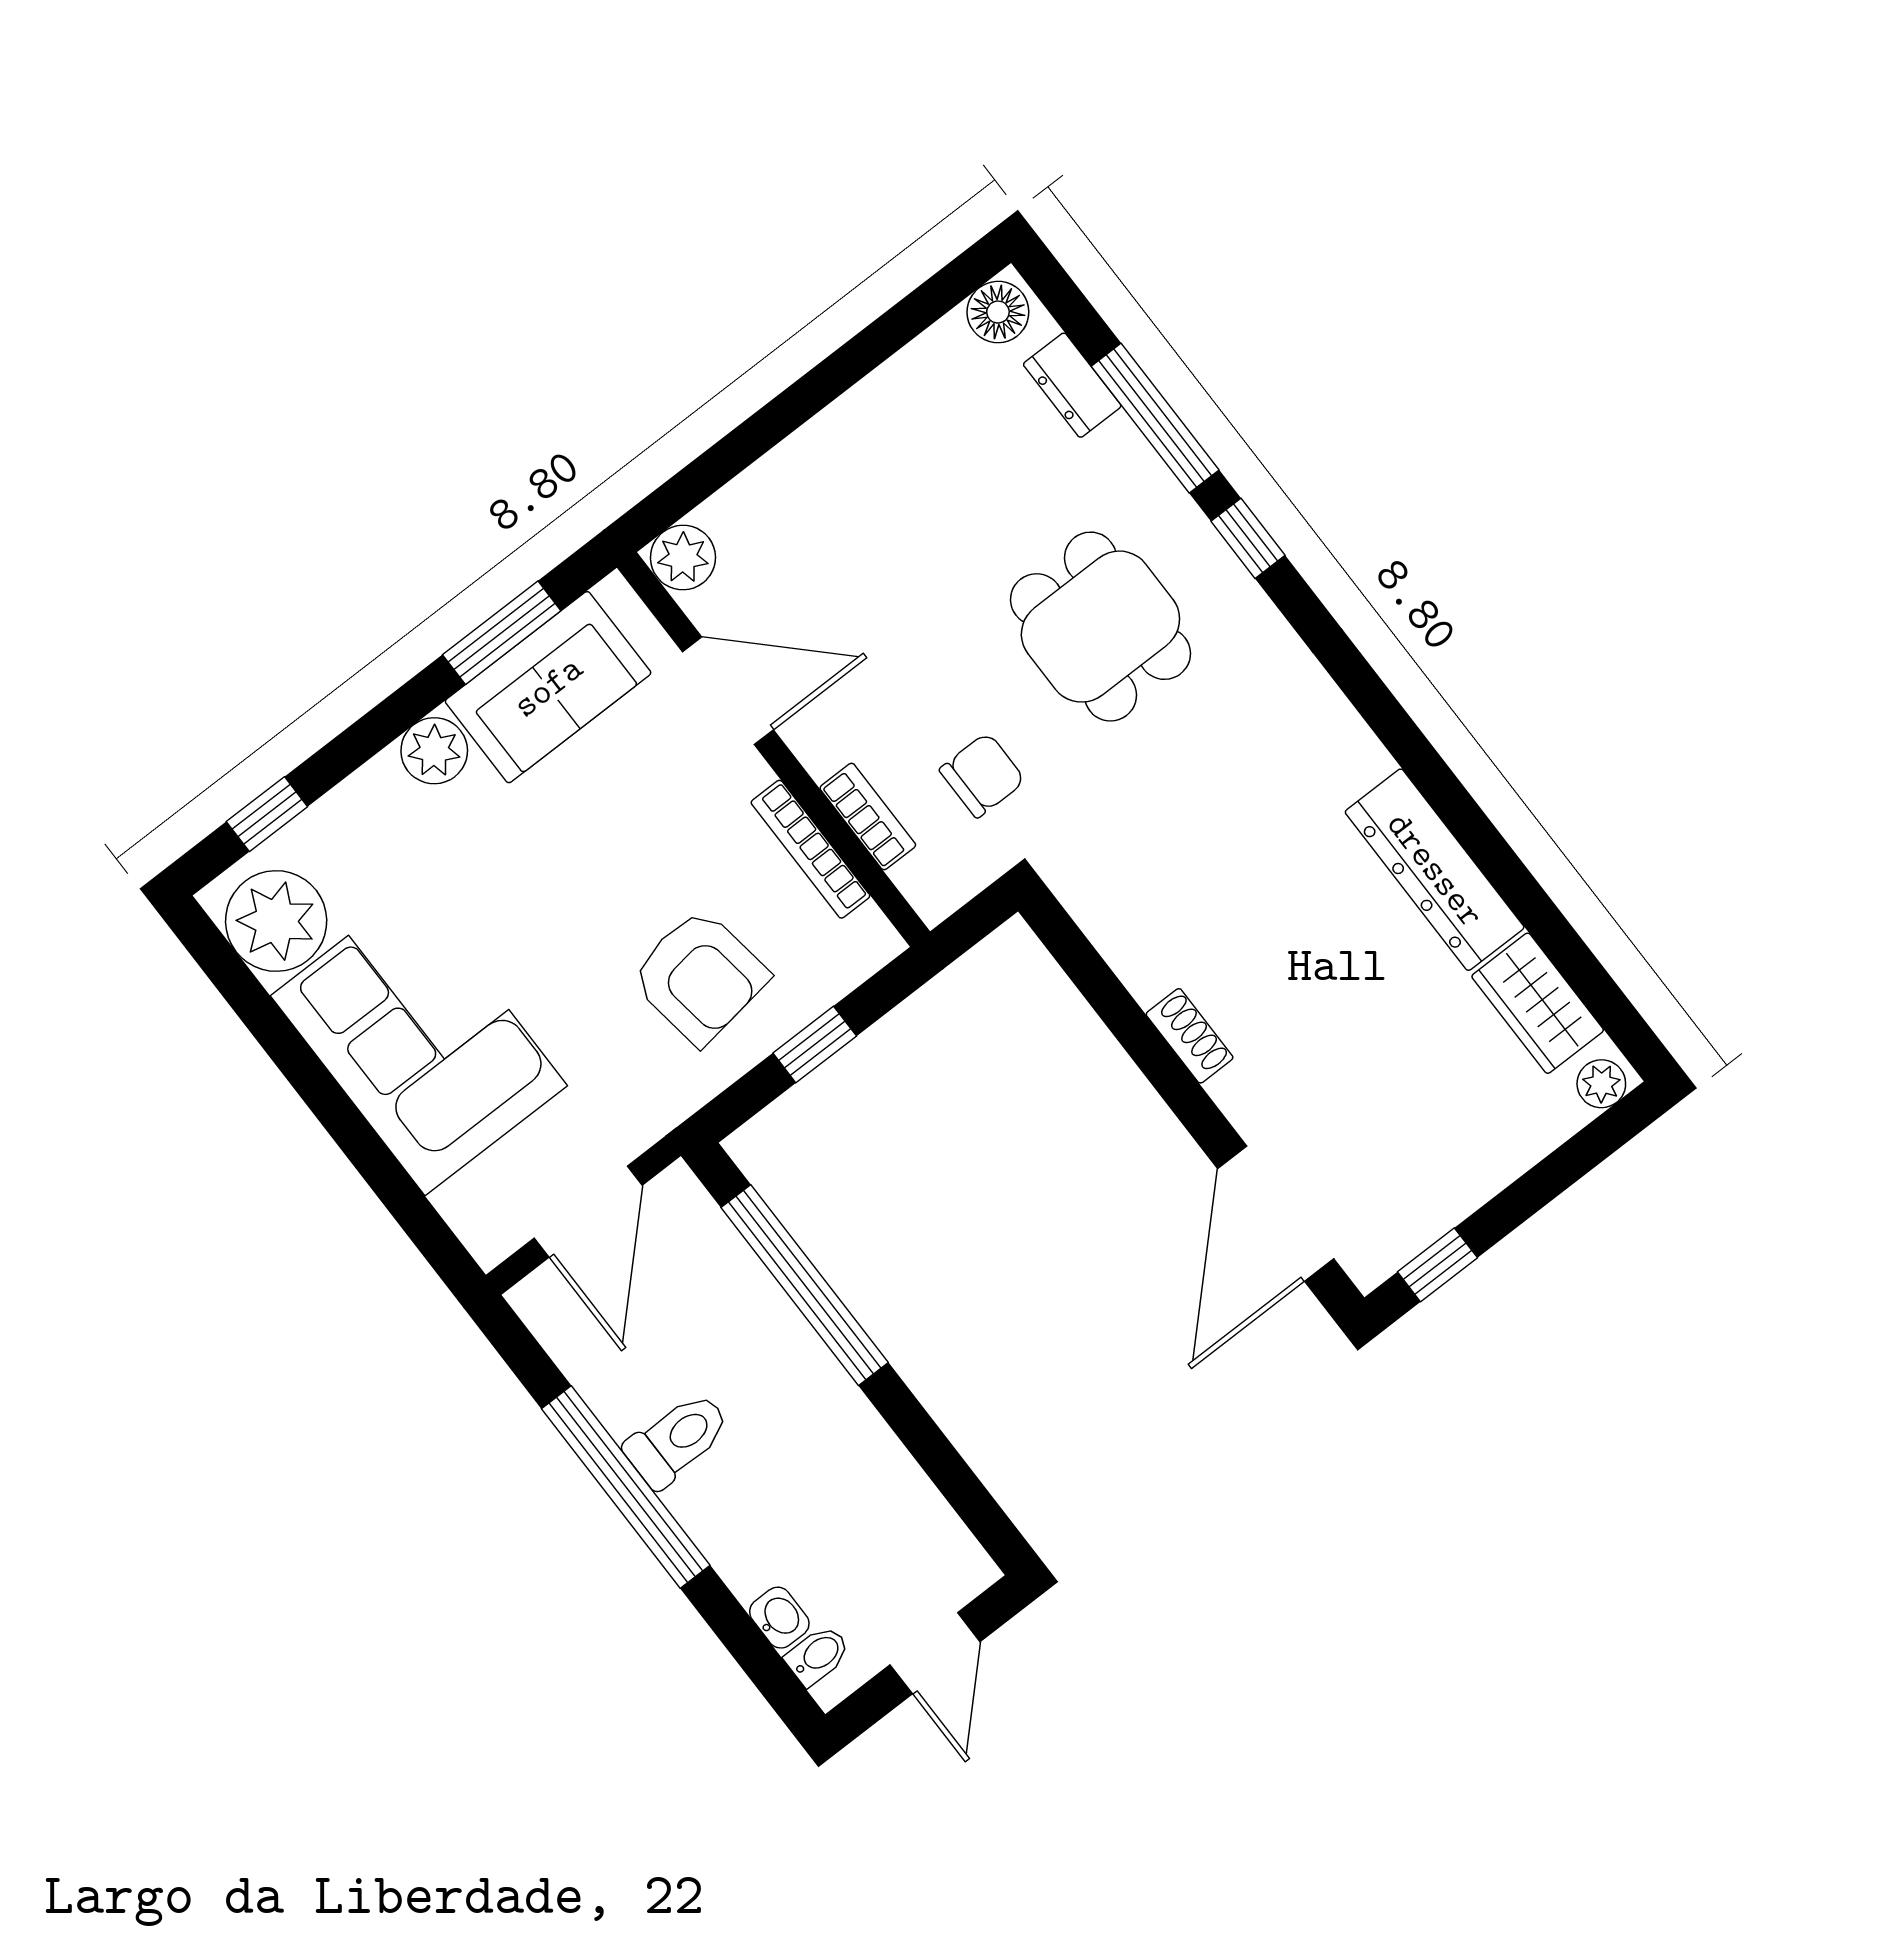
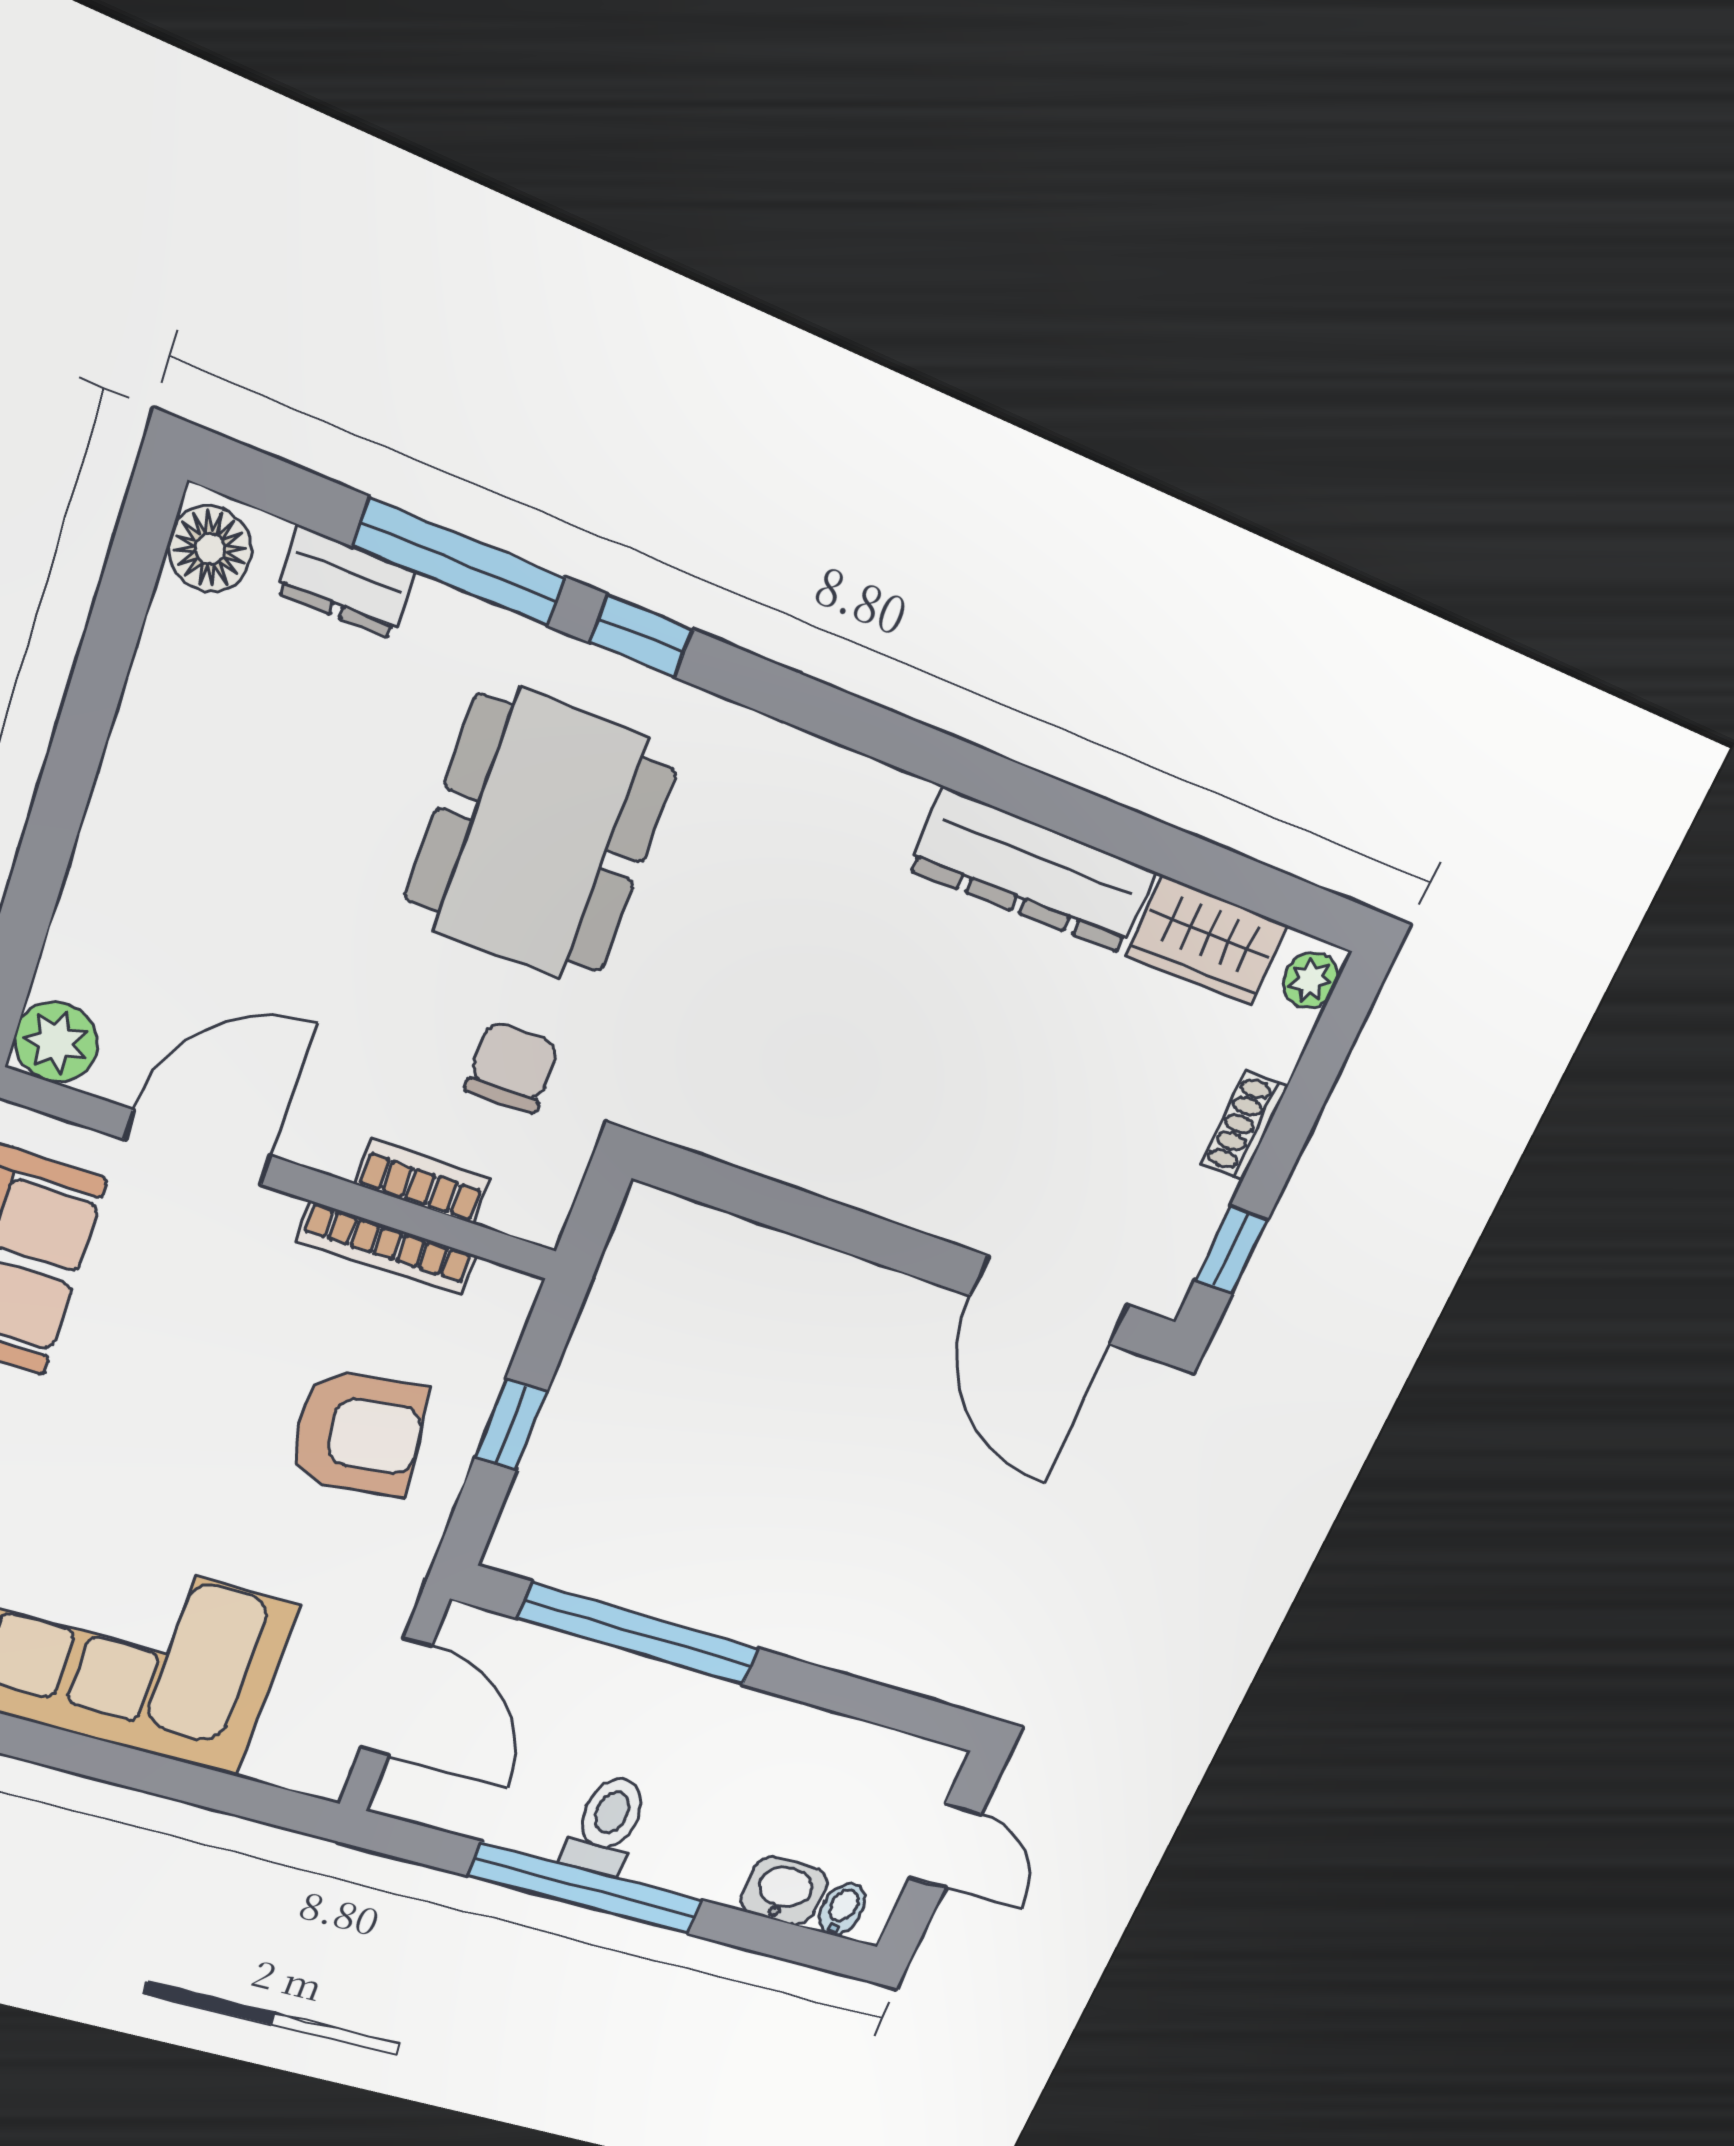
dining table: (1100, 627) -> (540, 835), width x1.38
shoe rack: (1190, 1036) -> (1244, 1126), moved, turned -90
washbasin: (779, 1618) -> (784, 1891), width x1.38, depth x1.45

